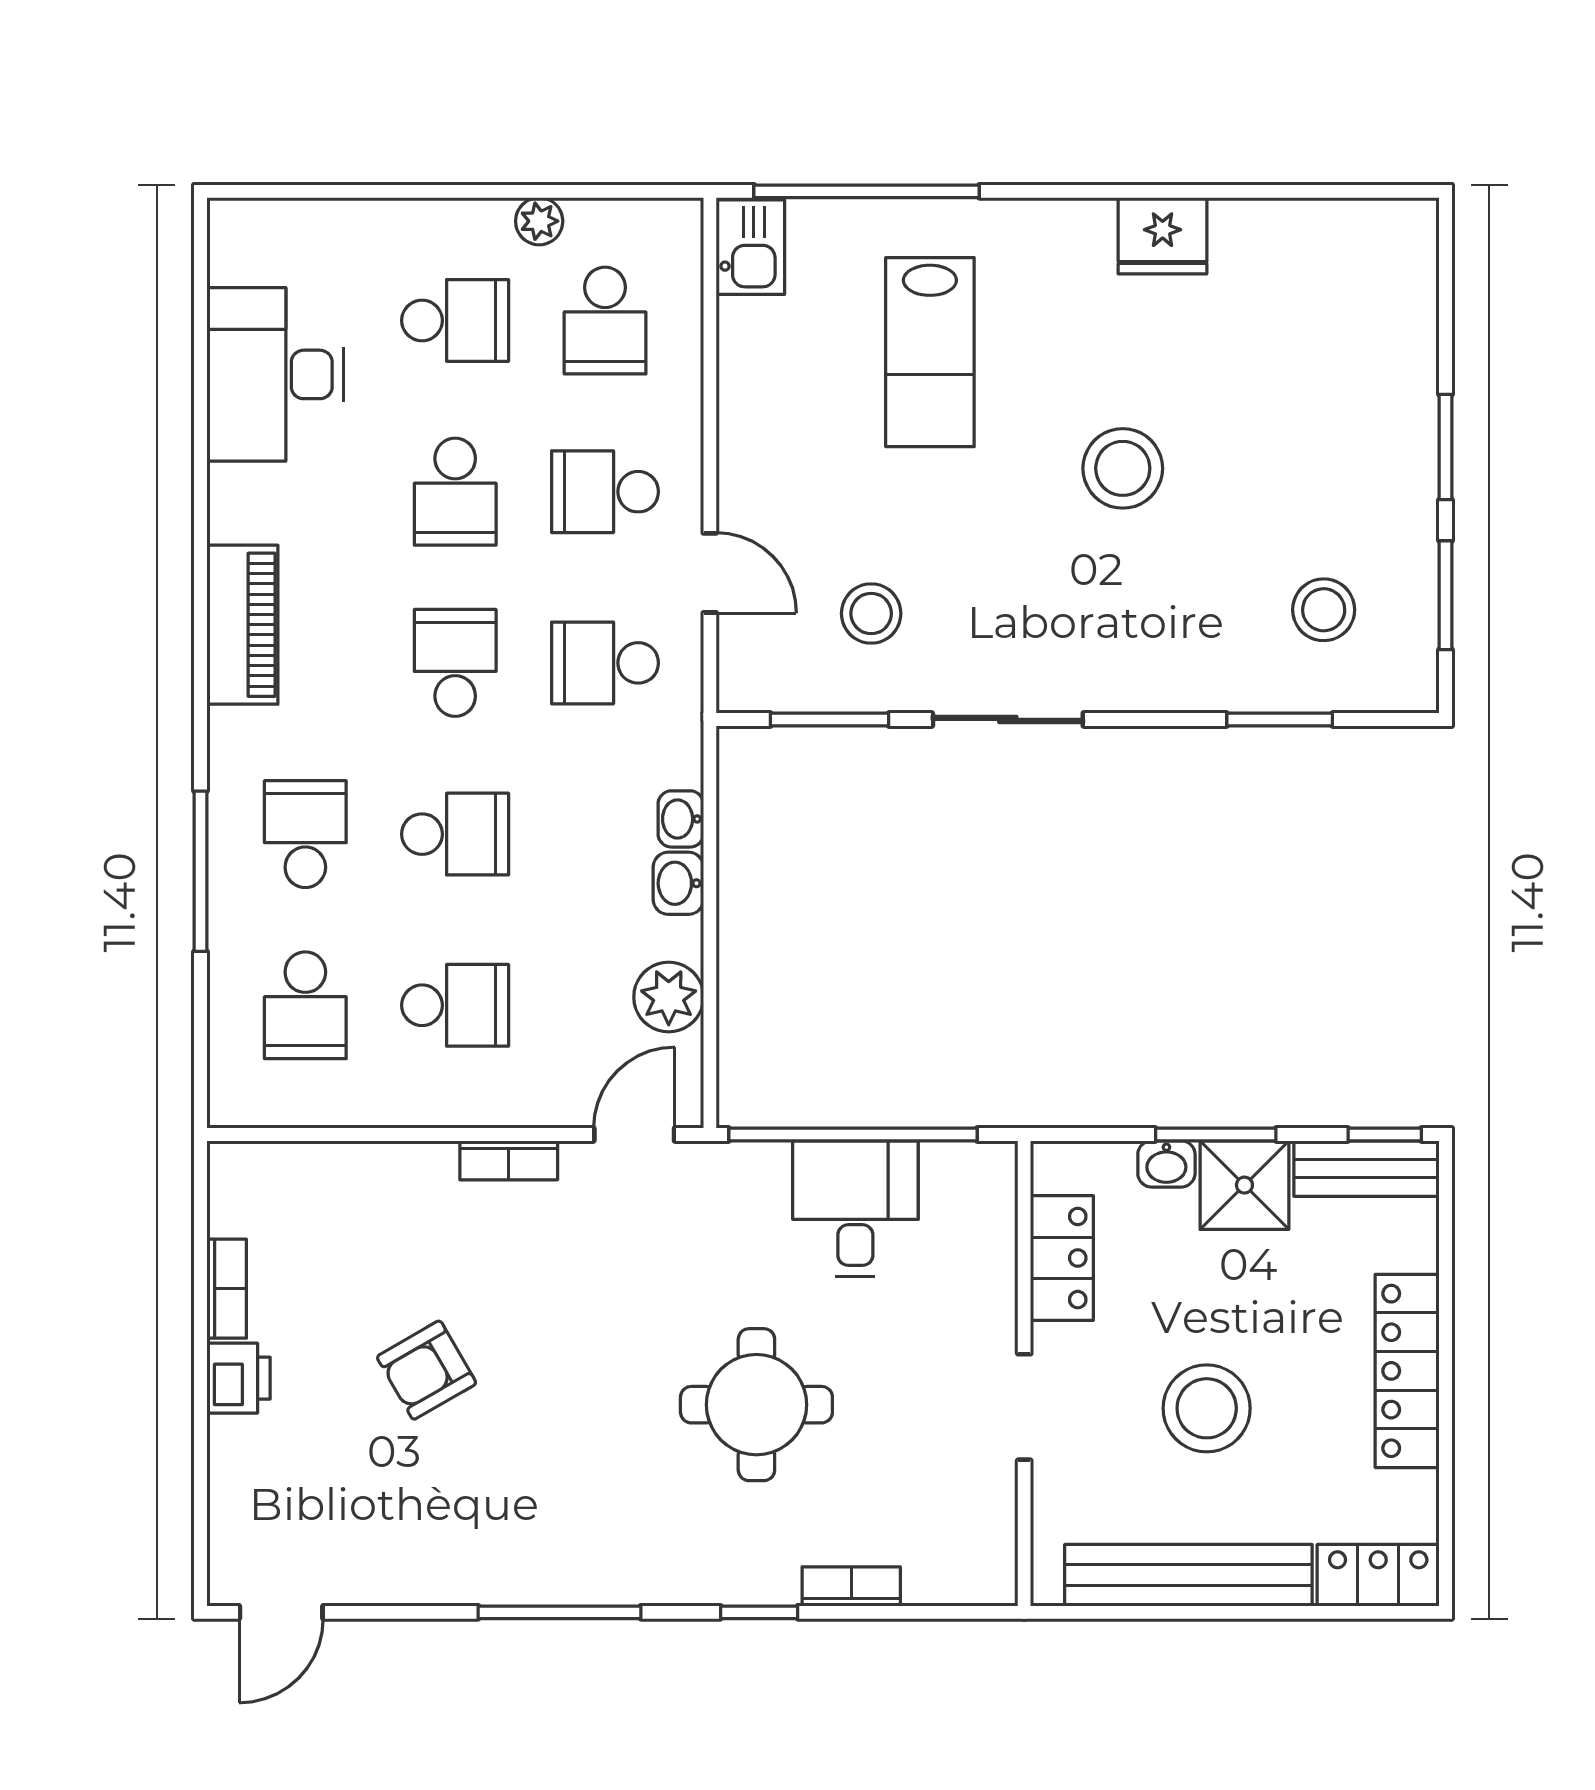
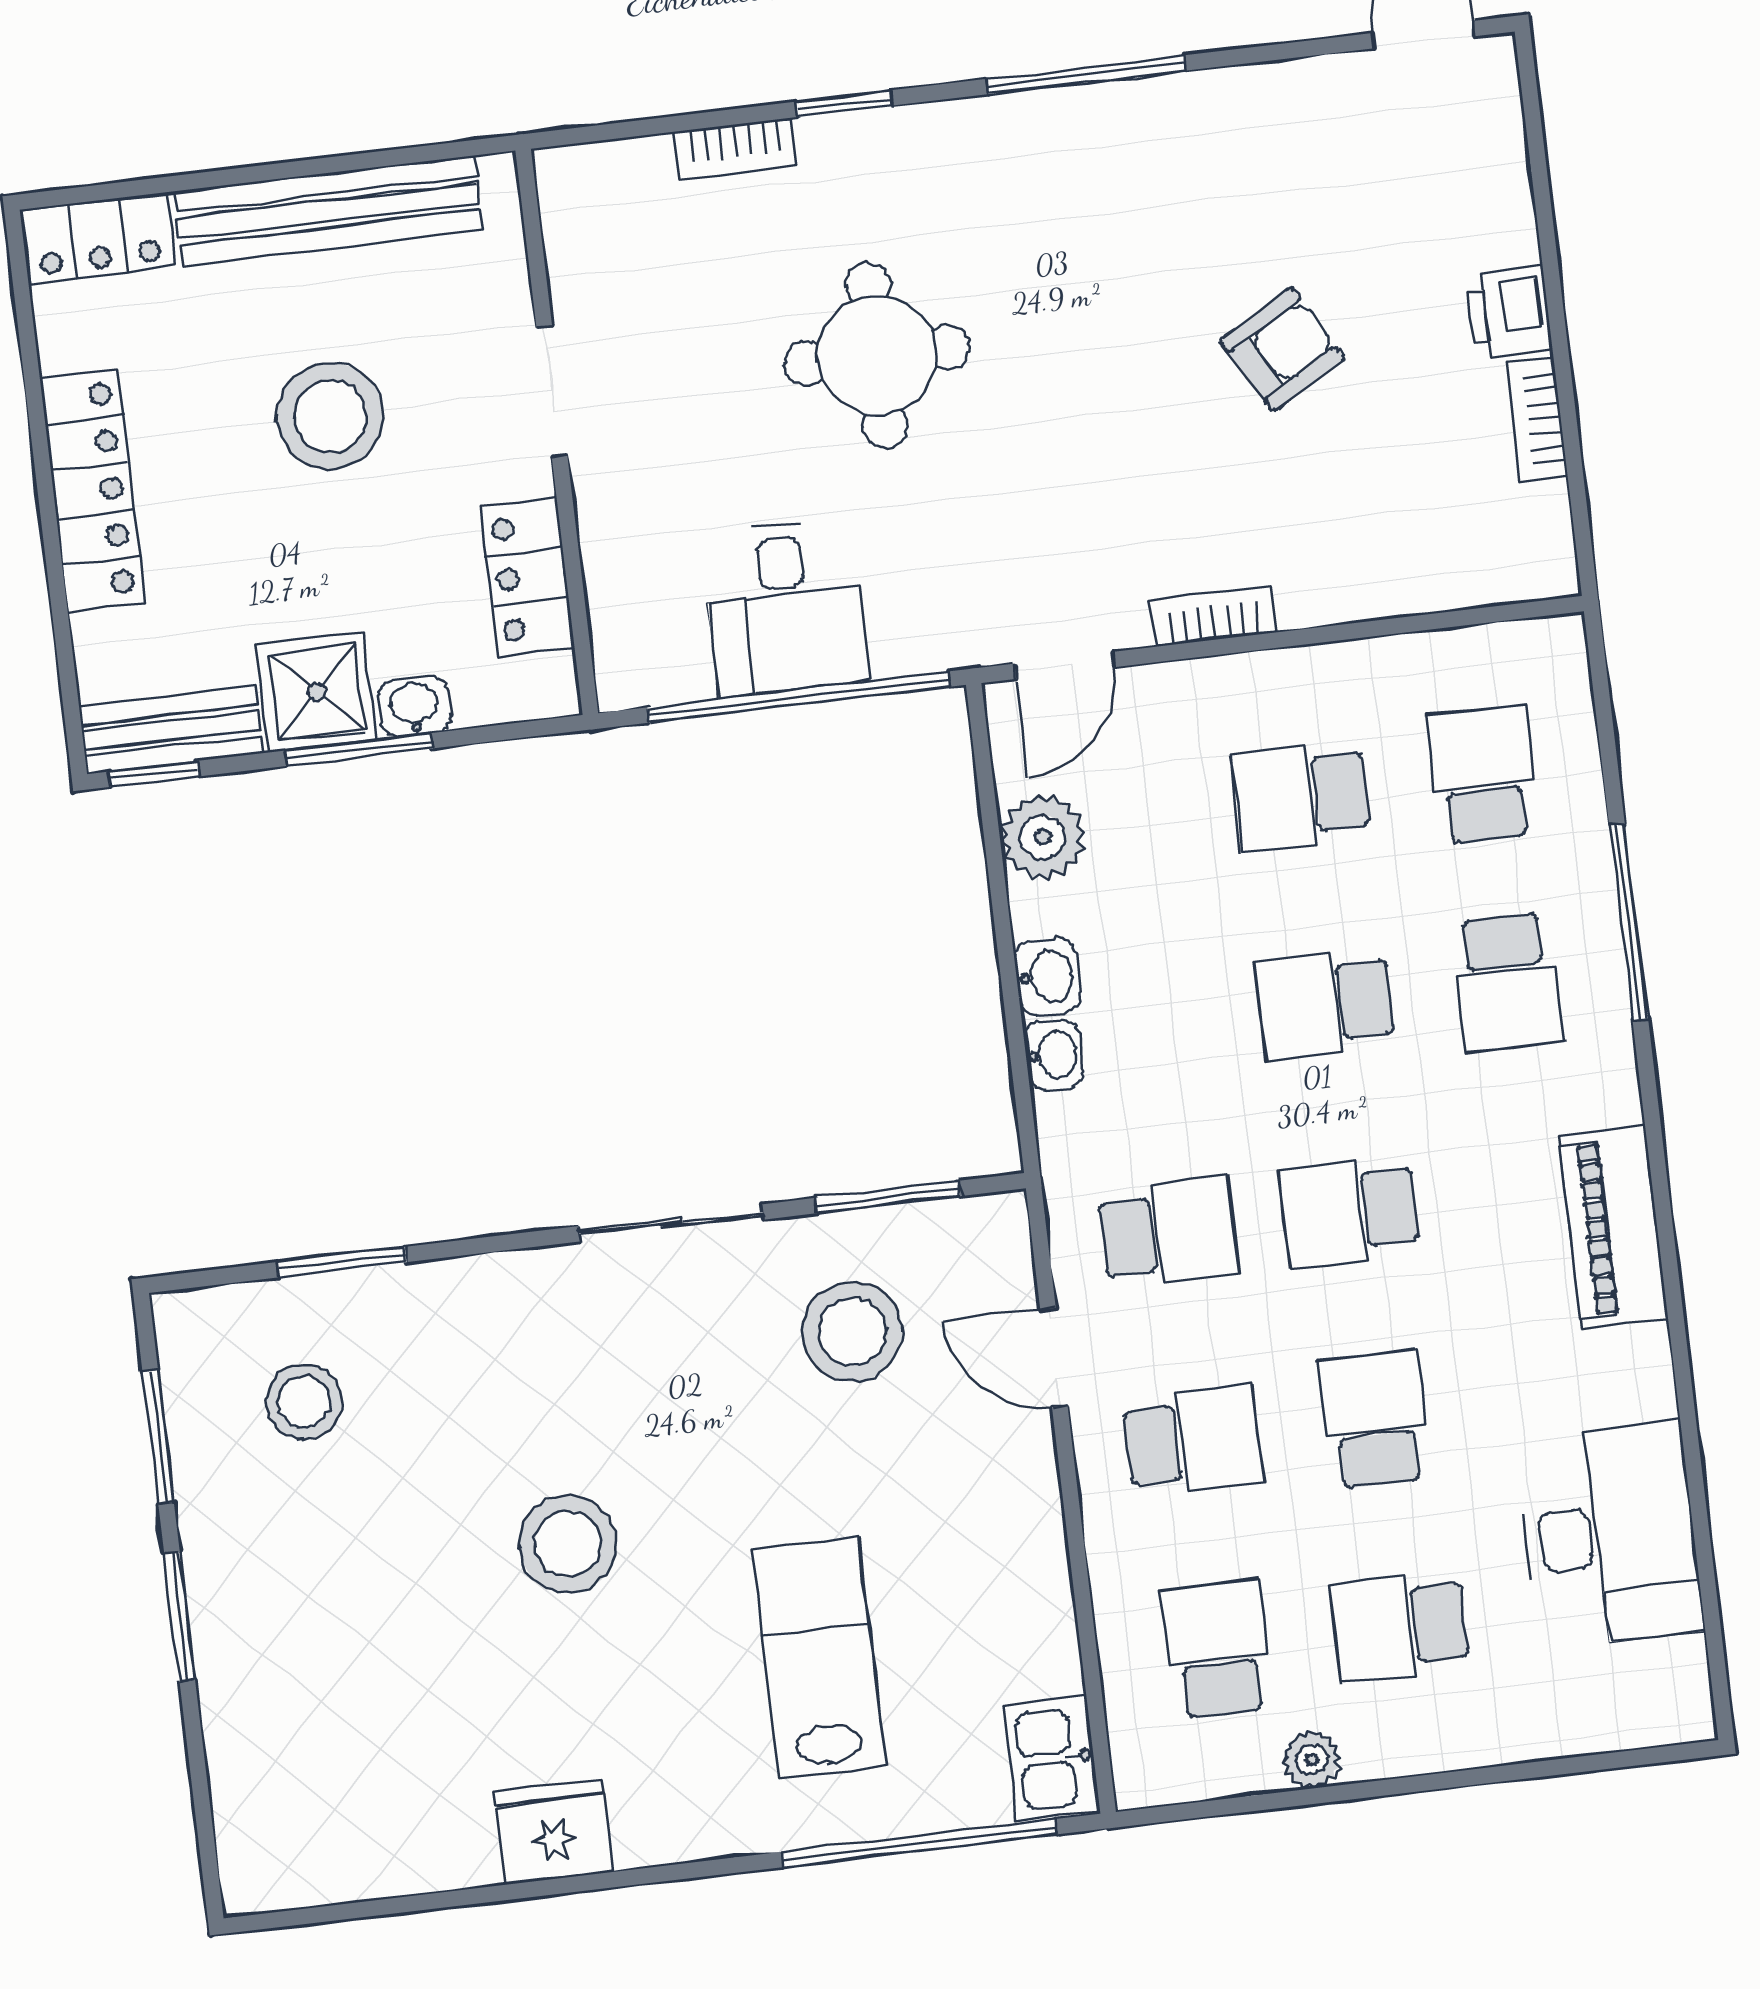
stool: (871, 614) -> (852, 1332), width x1.38, depth x1.38
school desk: (455, 663) -> (1350, 1212), turned 90

